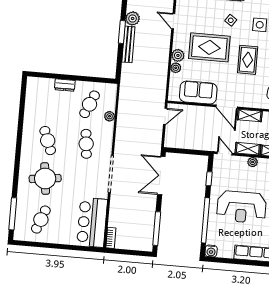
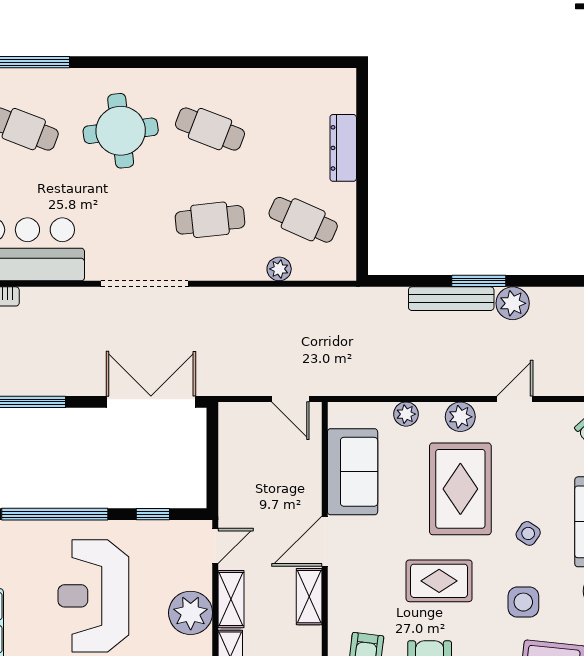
plant: (178, 55) -> (460, 417), moved
dresser: (65, 85) -> (343, 148), width x1.44
cafe table: (48, 141) -> (210, 129), turned 42
plant: (253, 162) -> (191, 613), width x1.88, depth x1.88

